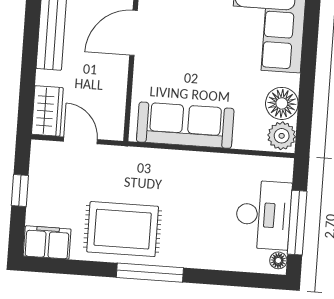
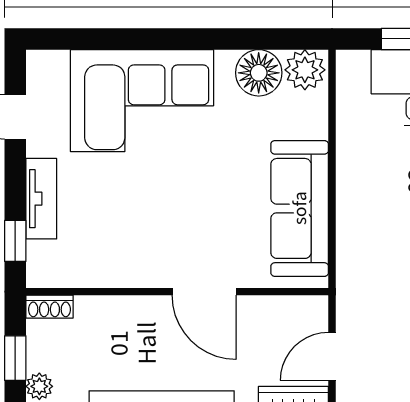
door: (133, 33) -> (204, 292), moved

